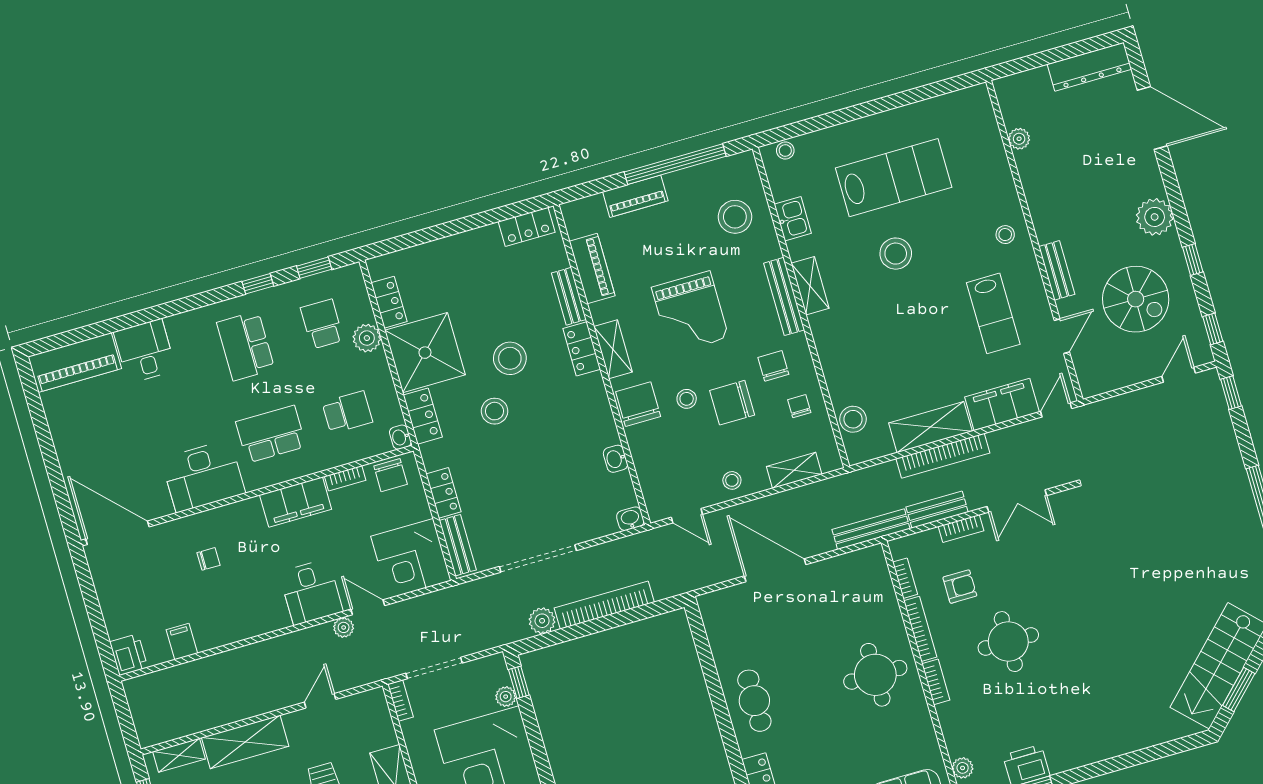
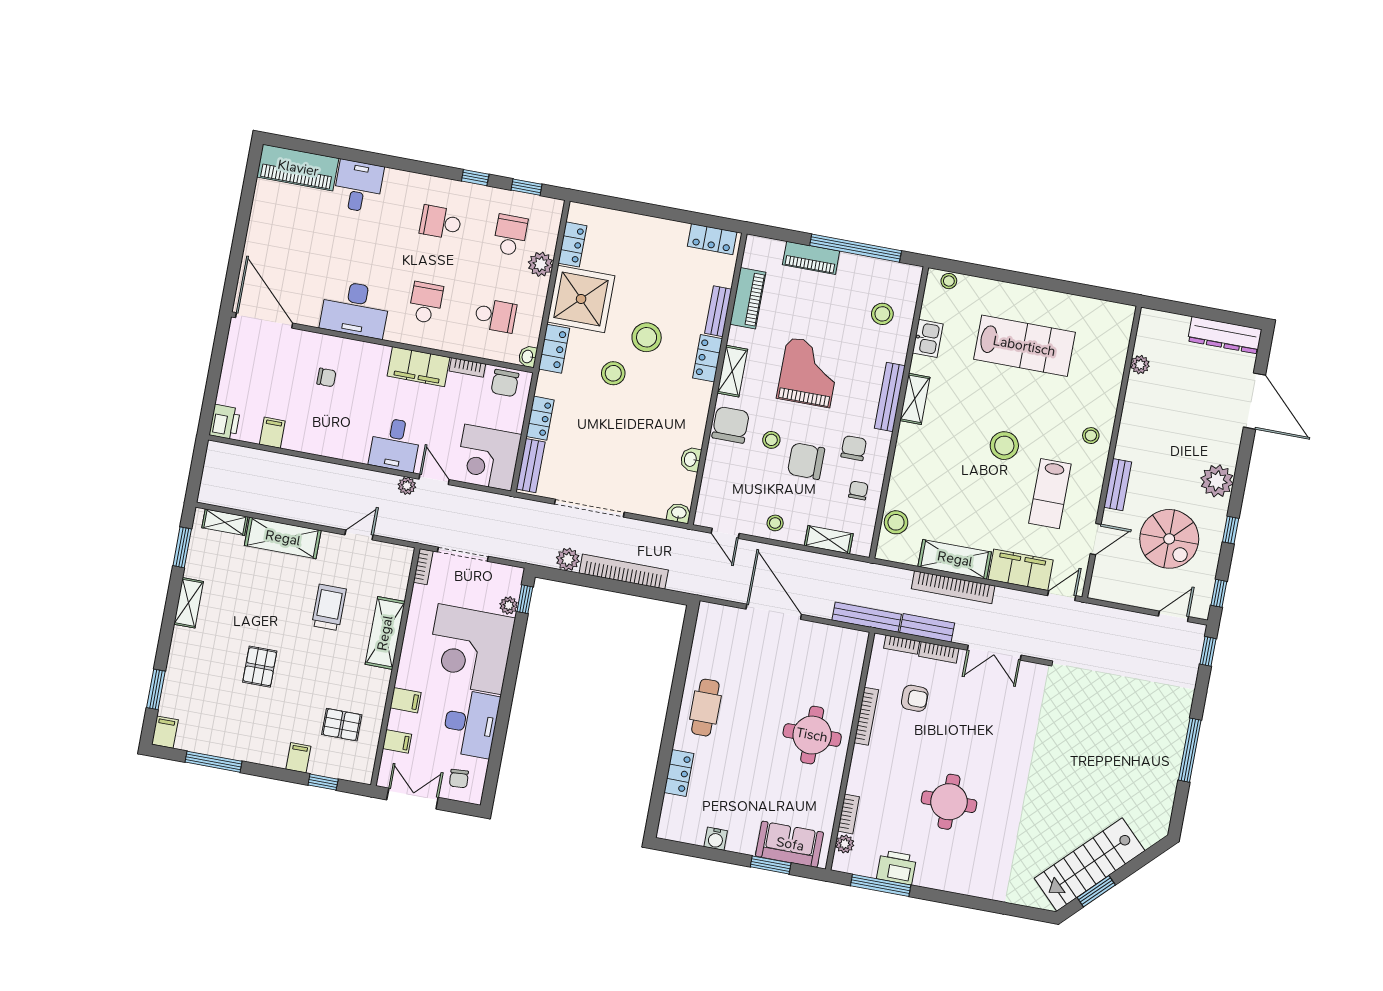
stool: (735, 217) -> (882, 314), width x0.73, depth x0.73
stool: (896, 254) -> (1004, 446), moved
grand piano: (690, 312) -> (809, 372), turned 180
school desk: (246, 346) -> (441, 222), width x0.54
school desk: (271, 434) -> (426, 303), width x0.54
bookcase: (905, 578) -> (902, 645), moved, turned 90
round table: (1008, 642) -> (949, 802), moved
bookcase: (936, 682) -> (848, 814), moved

